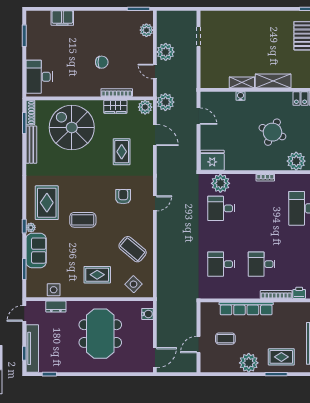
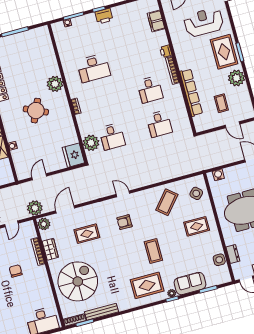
spiral stairs: (72, 128) -> (78, 281), turned 180
rug: (97, 275) -> (197, 226), turned 90
rug: (281, 357) -> (224, 52), width x1.36, depth x1.43

